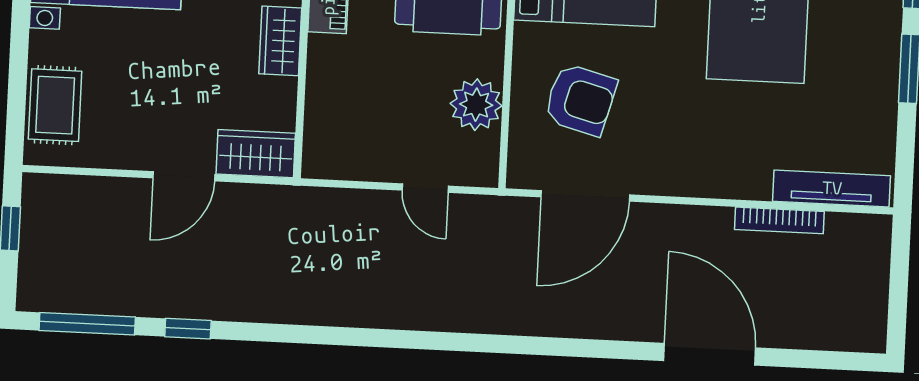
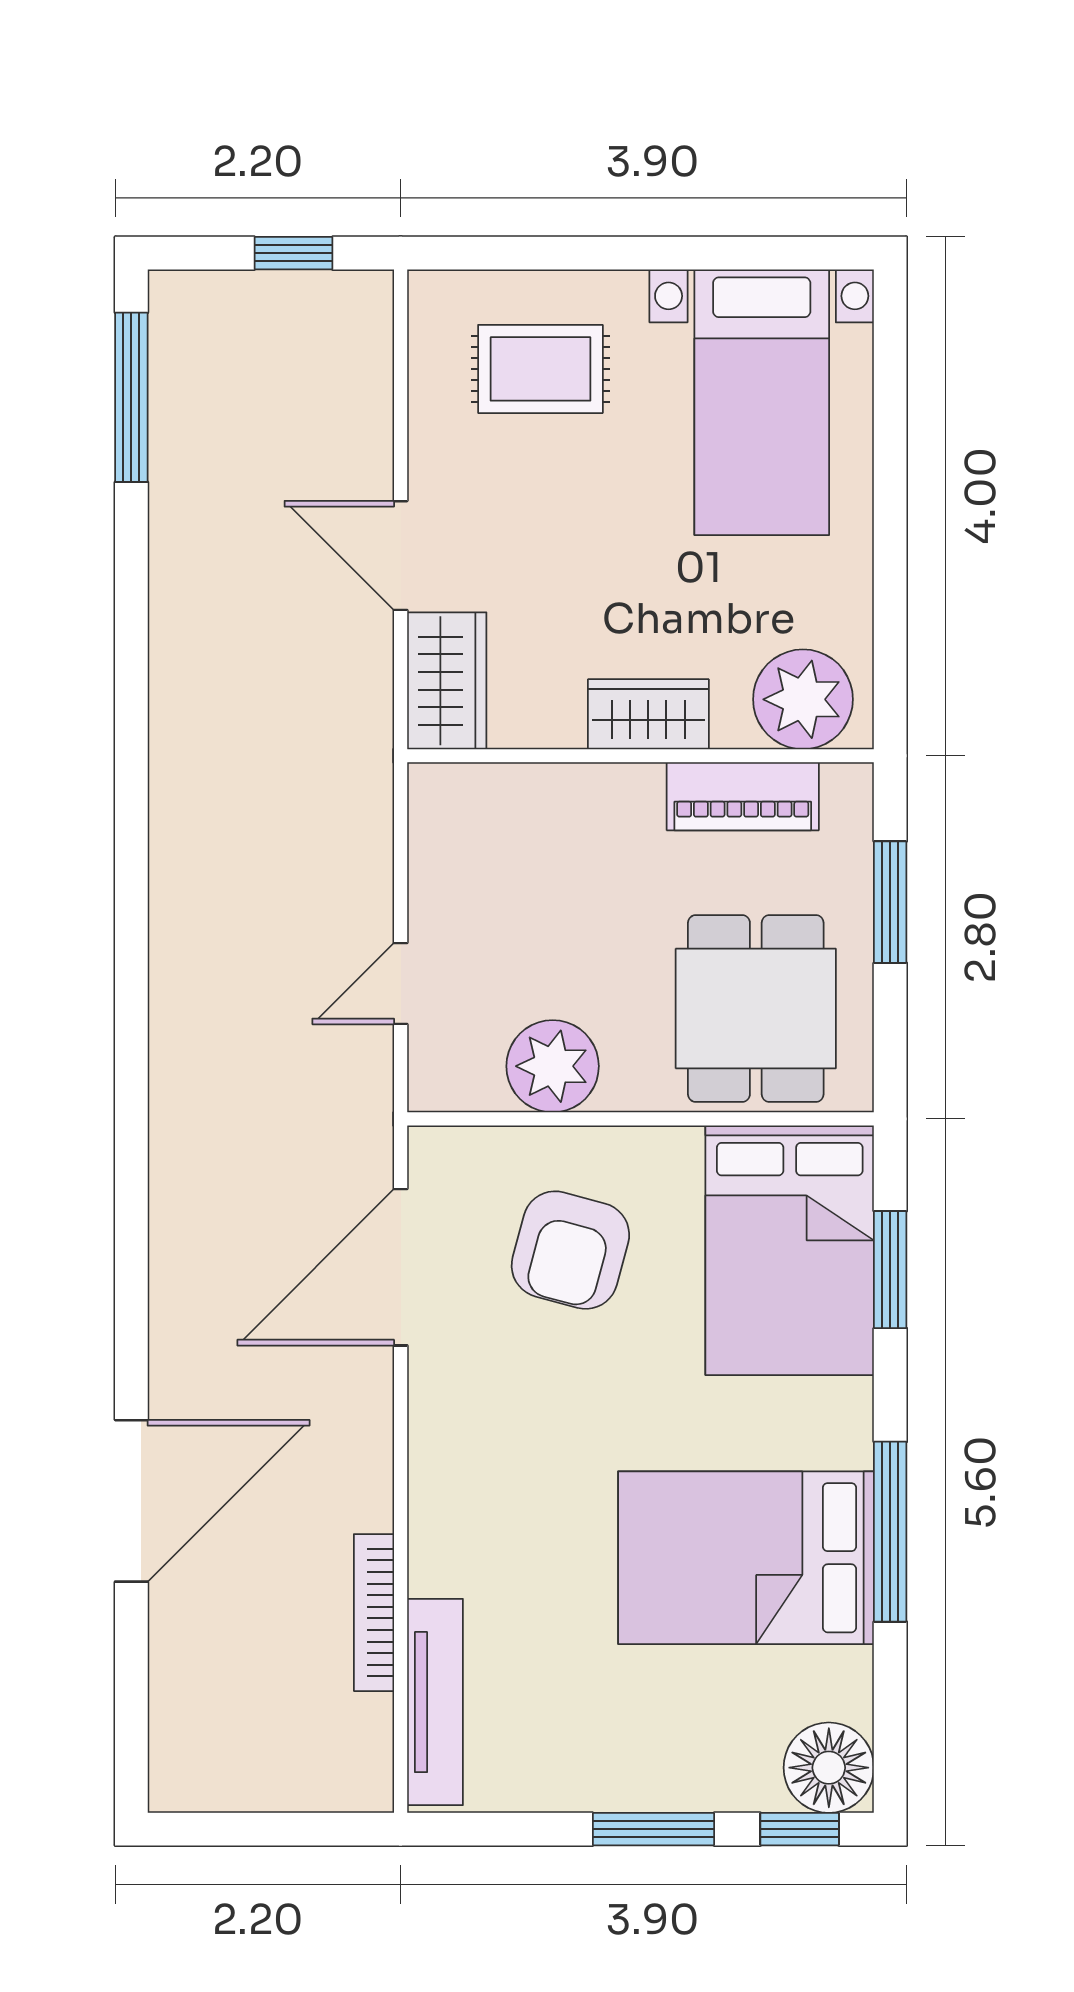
rug: (55, 105) -> (540, 369), moved
door: (585, 196) -> (401, 1267), hinge flipped
window: (188, 329) -> (131, 576), removed

